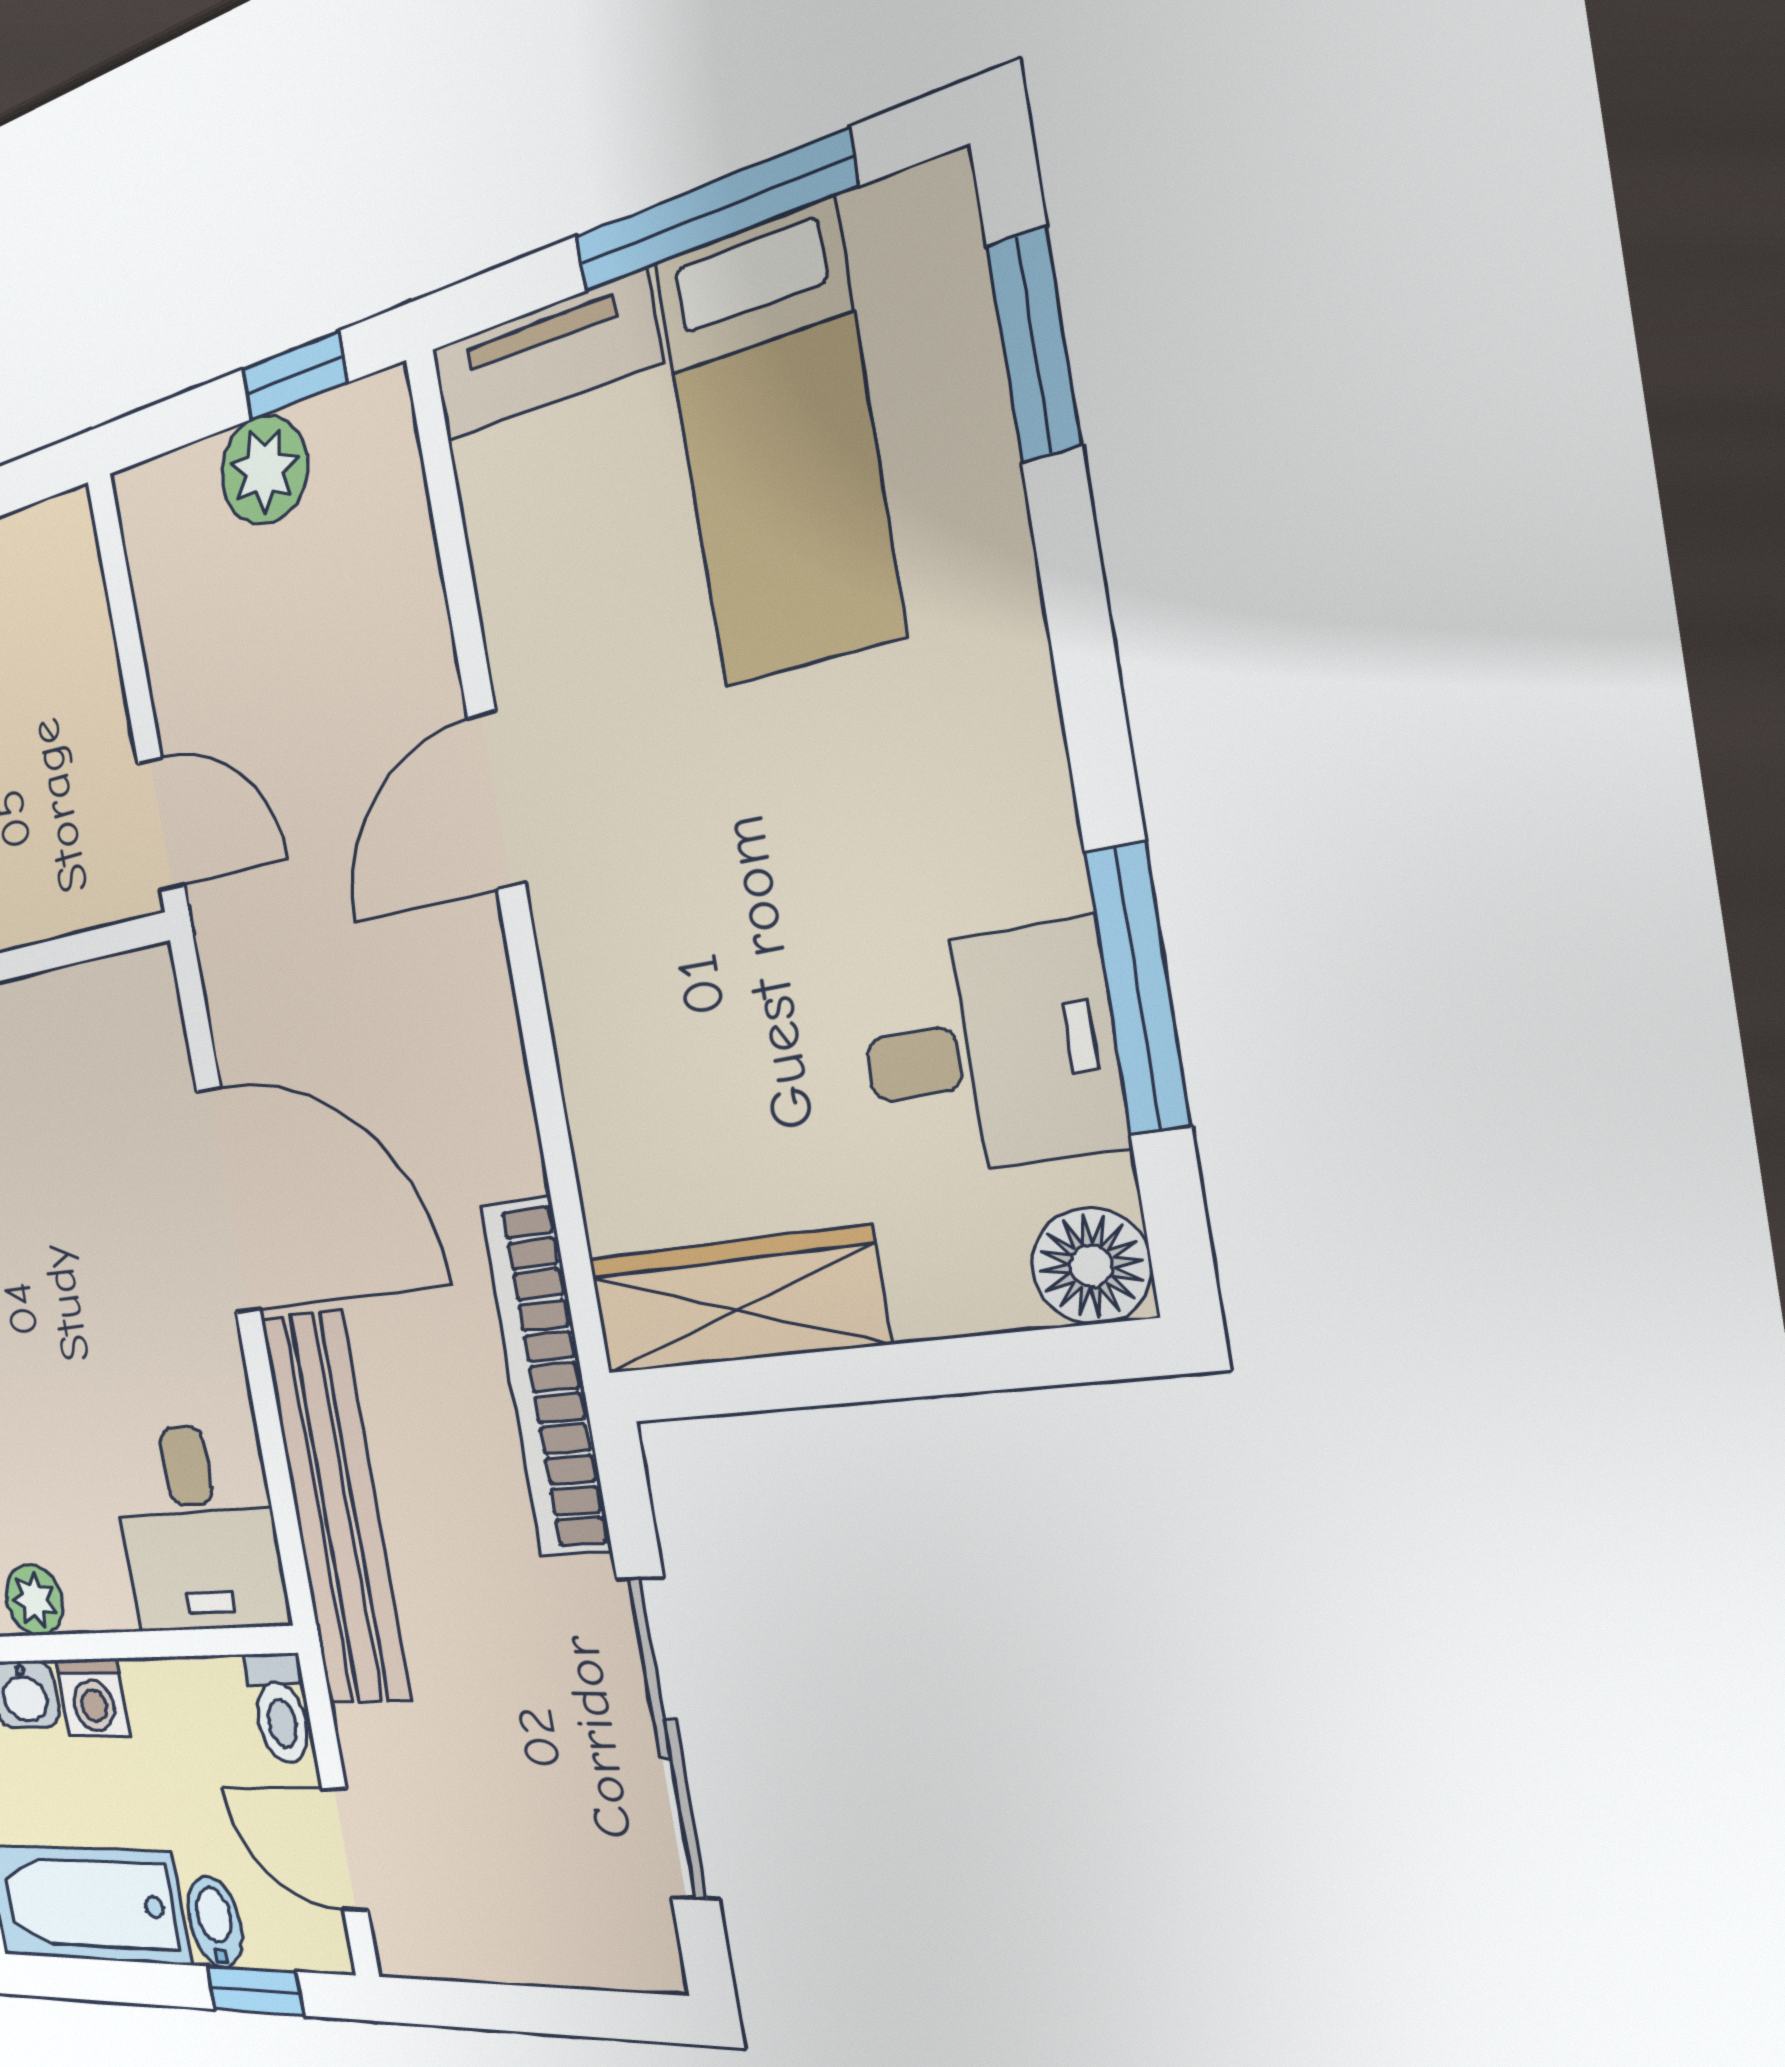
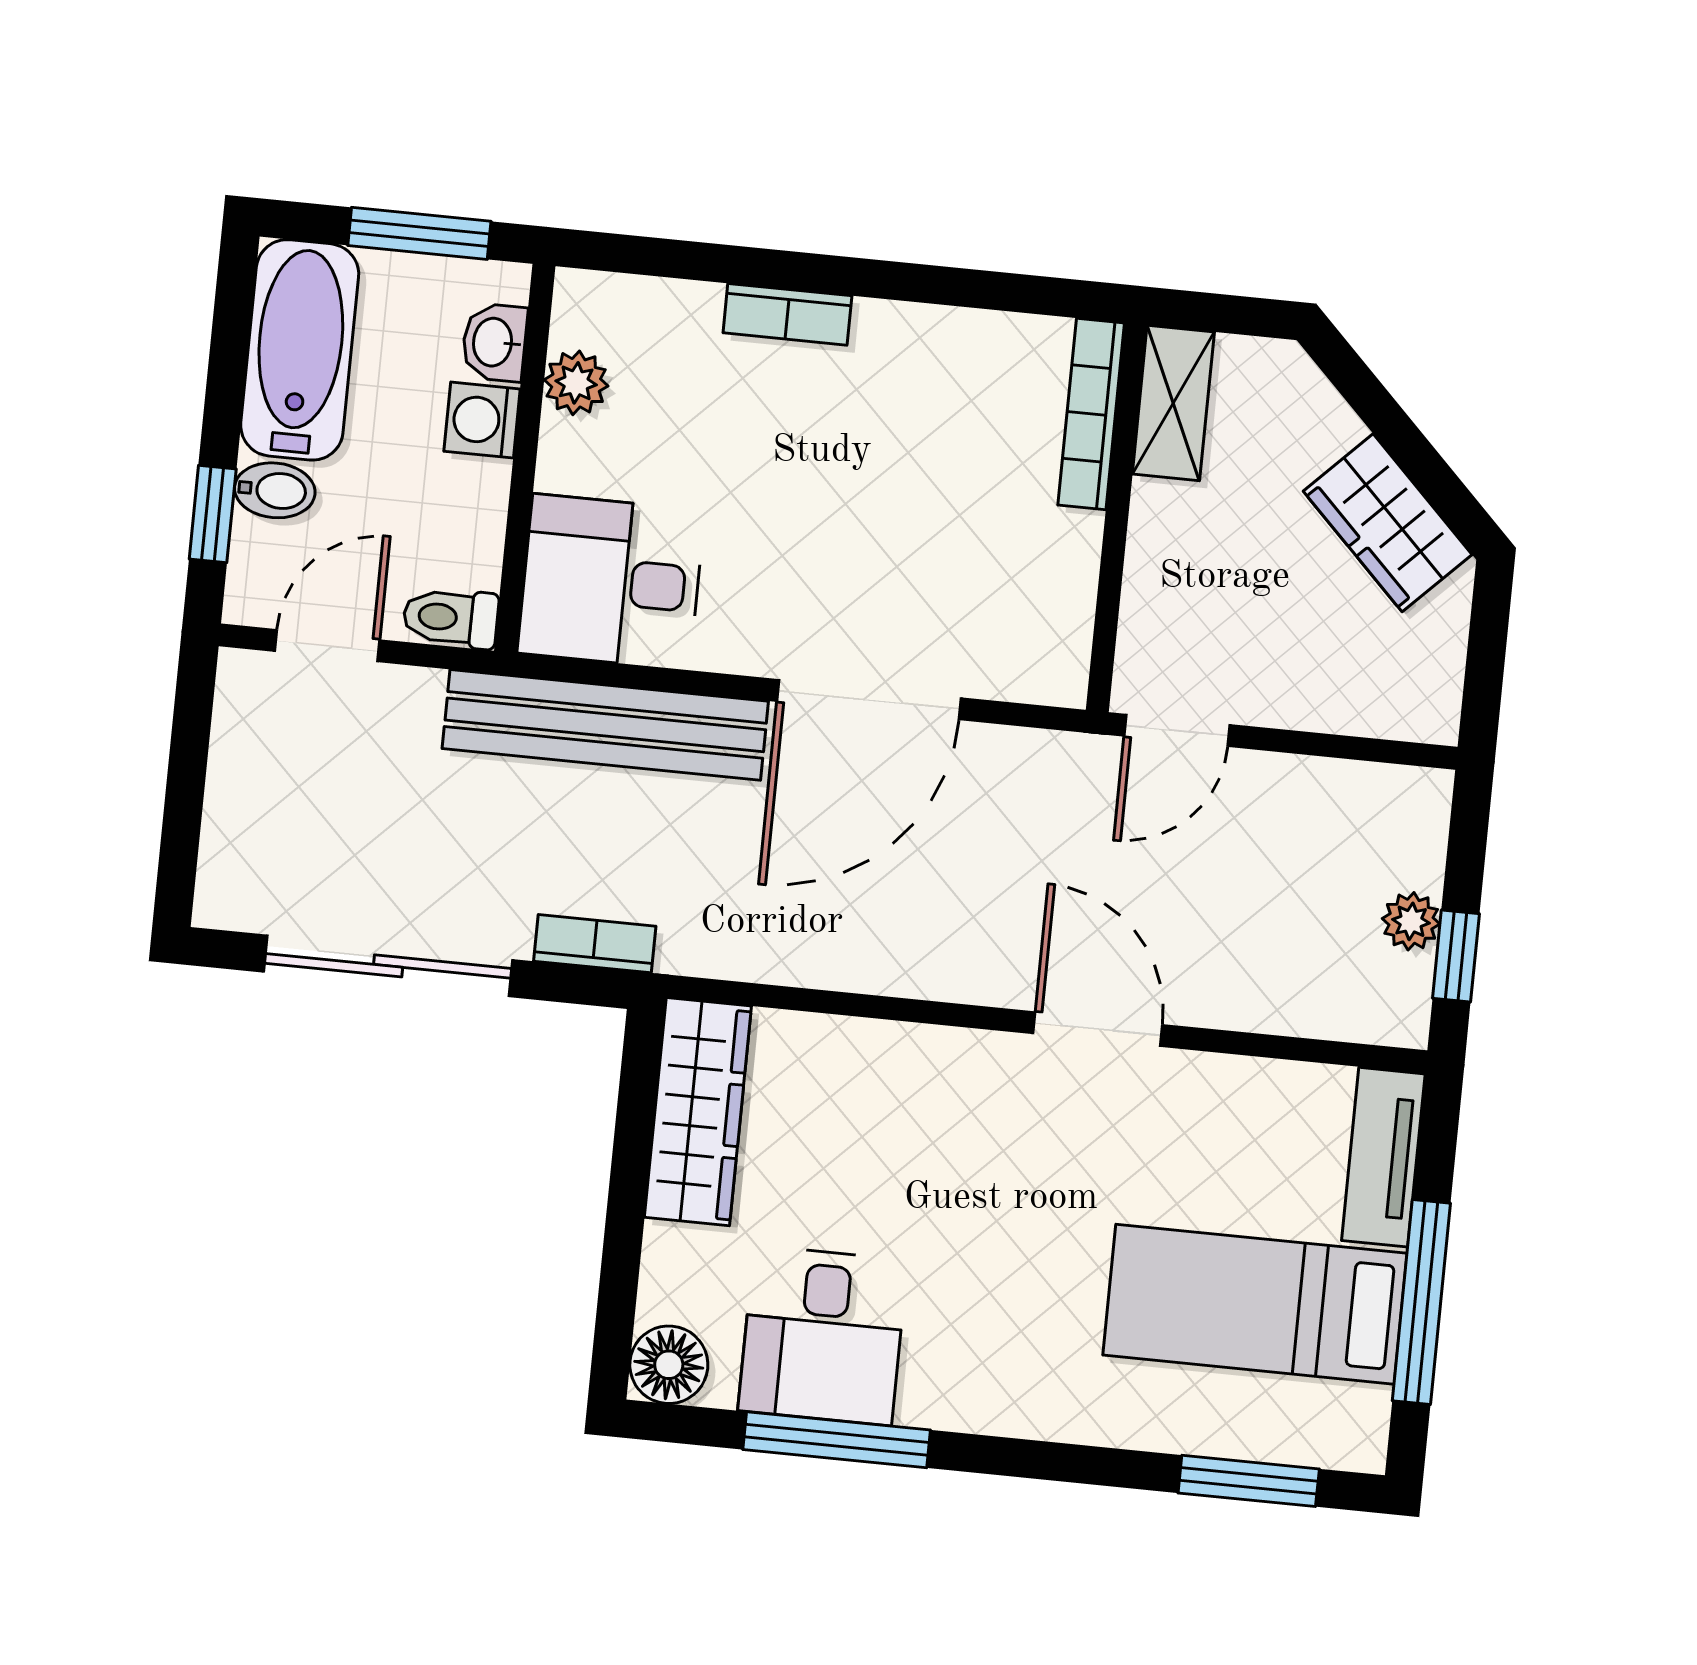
plant: (264, 470) -> (1411, 921), width x0.73, depth x0.73
bookcase: (546, 1378) -> (595, 944), width x0.43, depth x0.76

